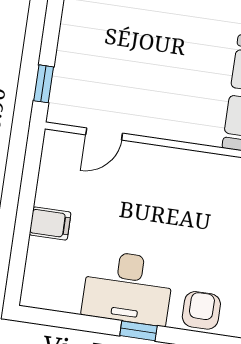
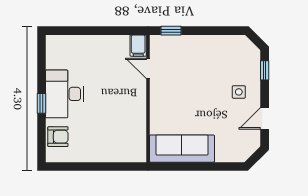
filing cabinet: (50, 224) -> (138, 46), moved

